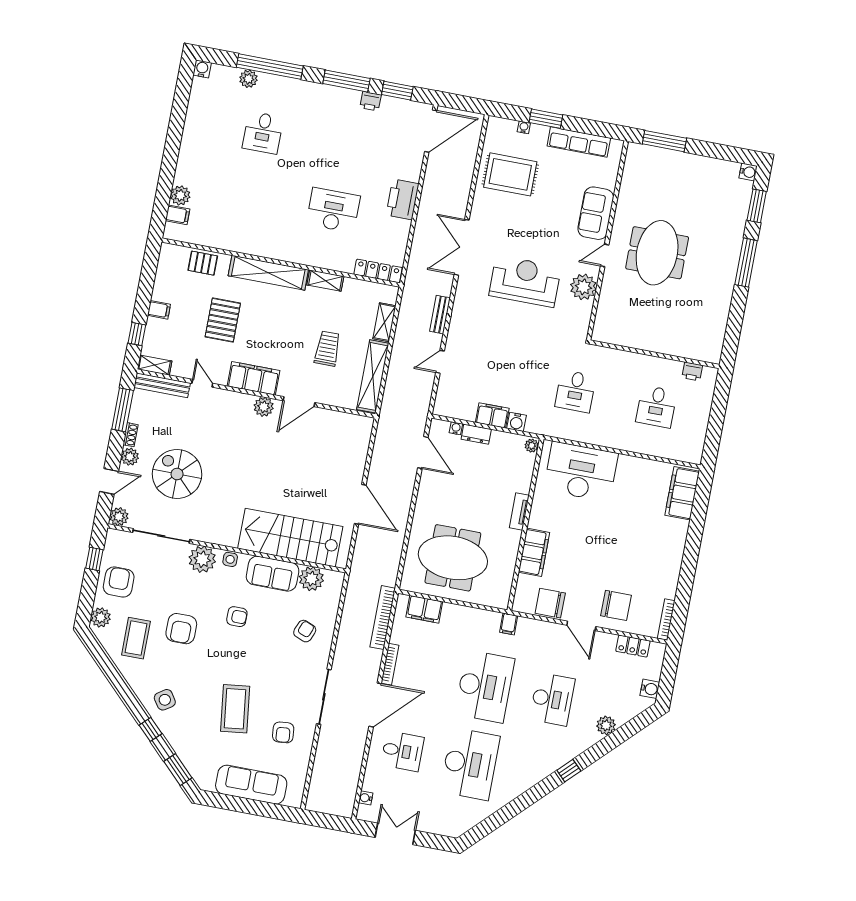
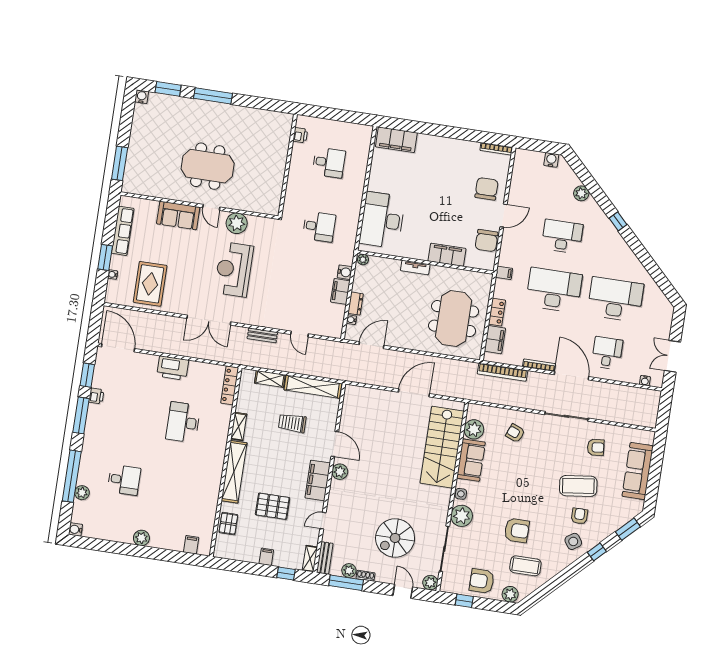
plant: (180, 195) -> (141, 538), moved
bench: (162, 385) -> (325, 558), width x0.73
plant: (130, 457) -> (349, 571), moved
armchair: (237, 617) -> (579, 516), moved
locker: (633, 646) -> (497, 312), moved

